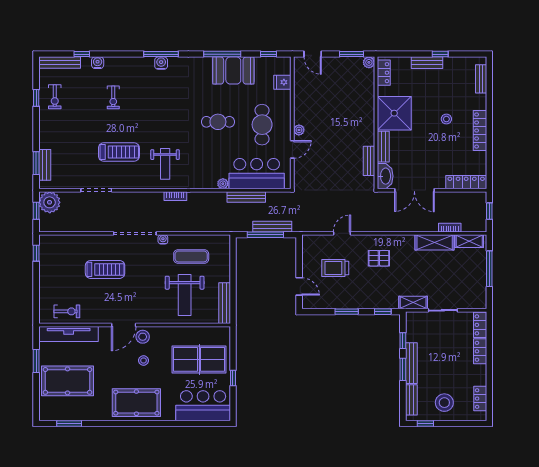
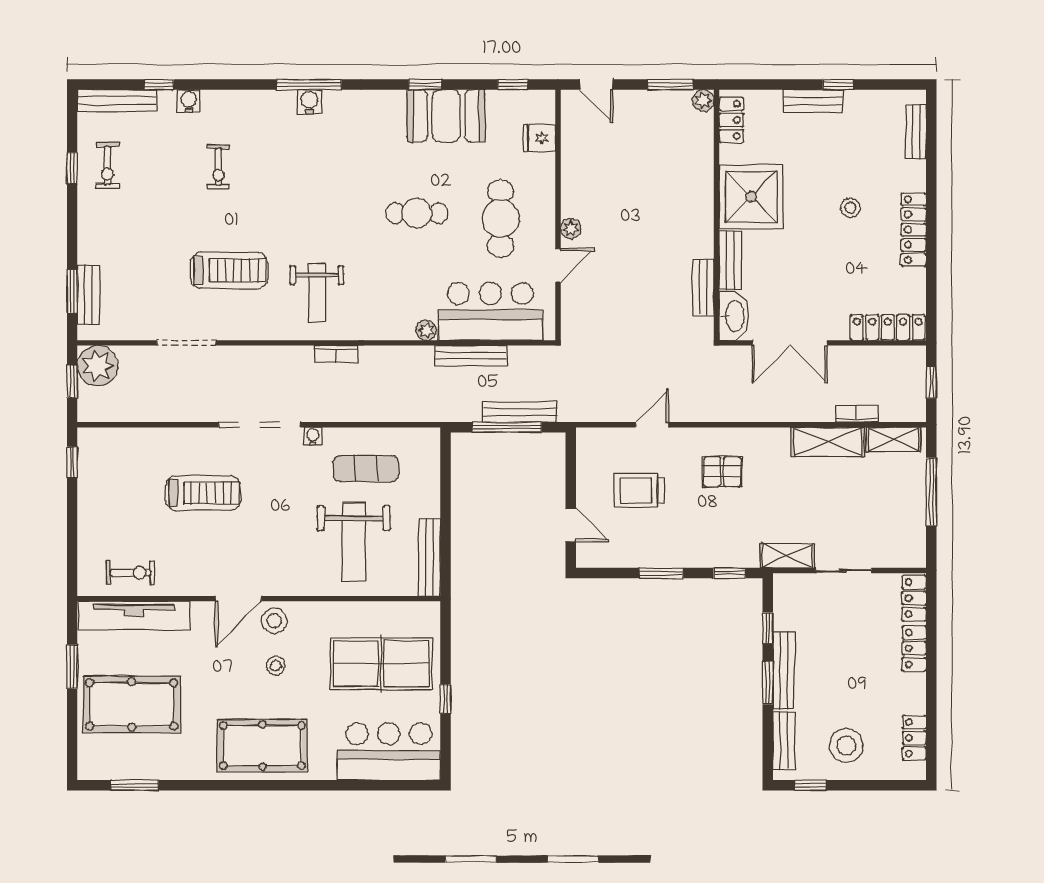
window: (222, 54) -> (425, 85), width x0.46

